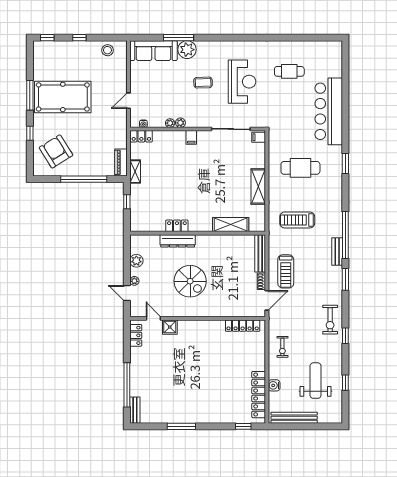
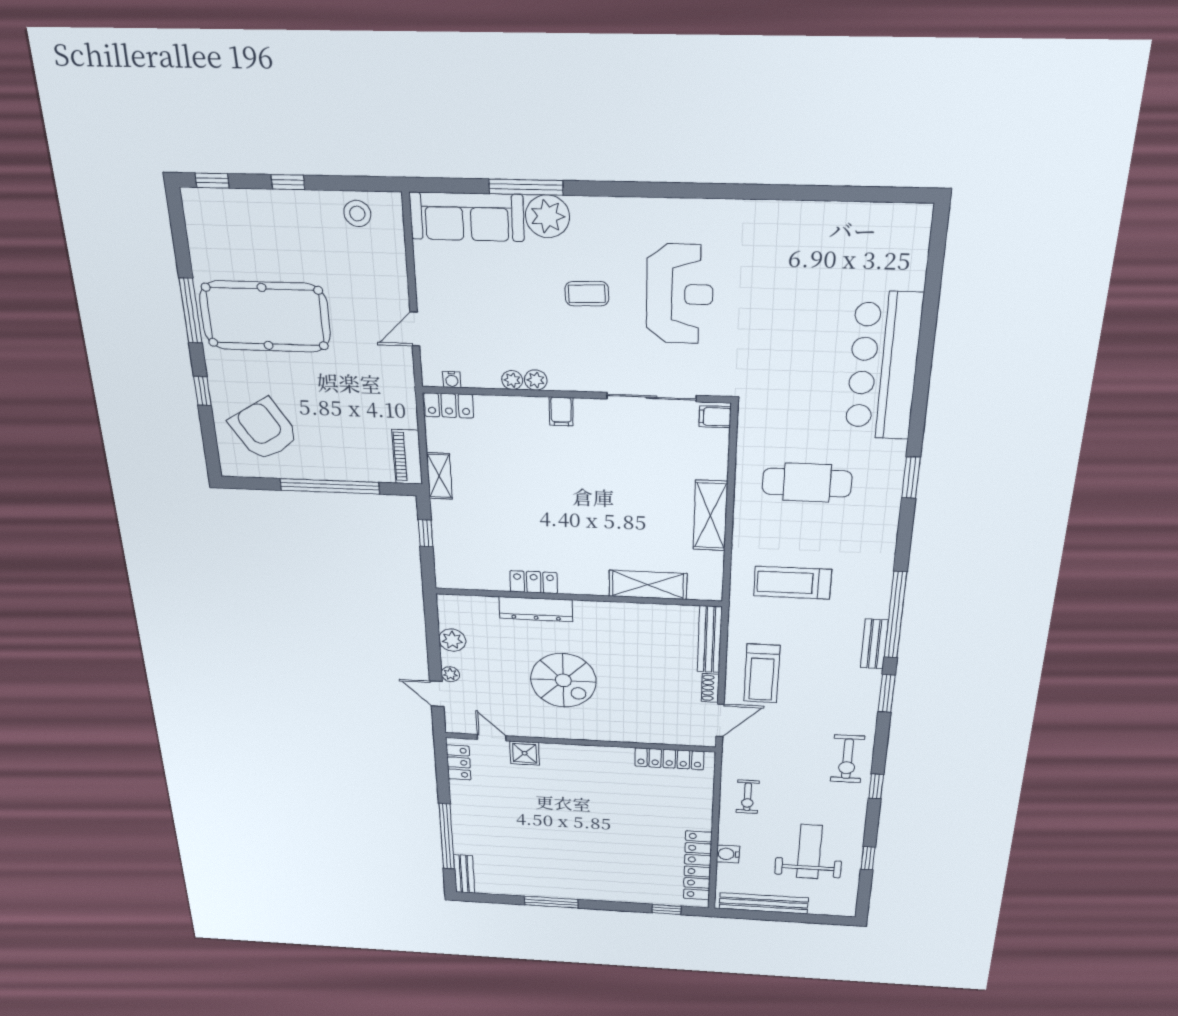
cafe table: (289, 71) -> (795, 274), removed

